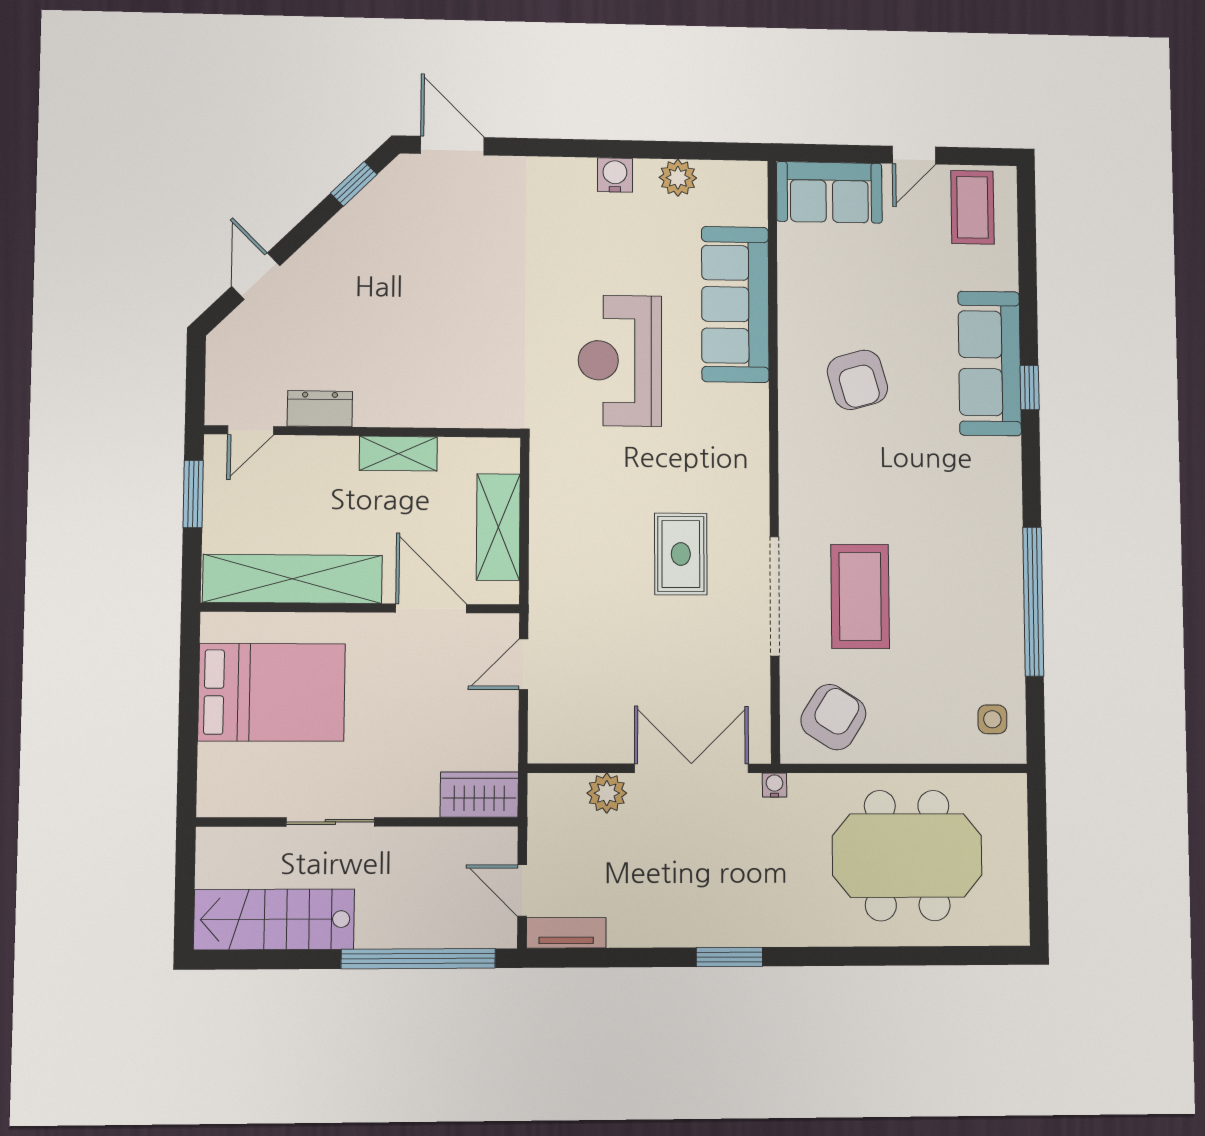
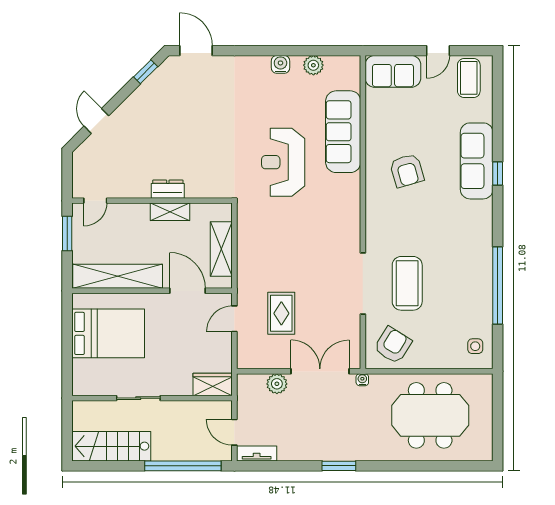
dresser: (320, 409) -> (168, 189), moved
rug: (681, 554) -> (281, 313), moved

